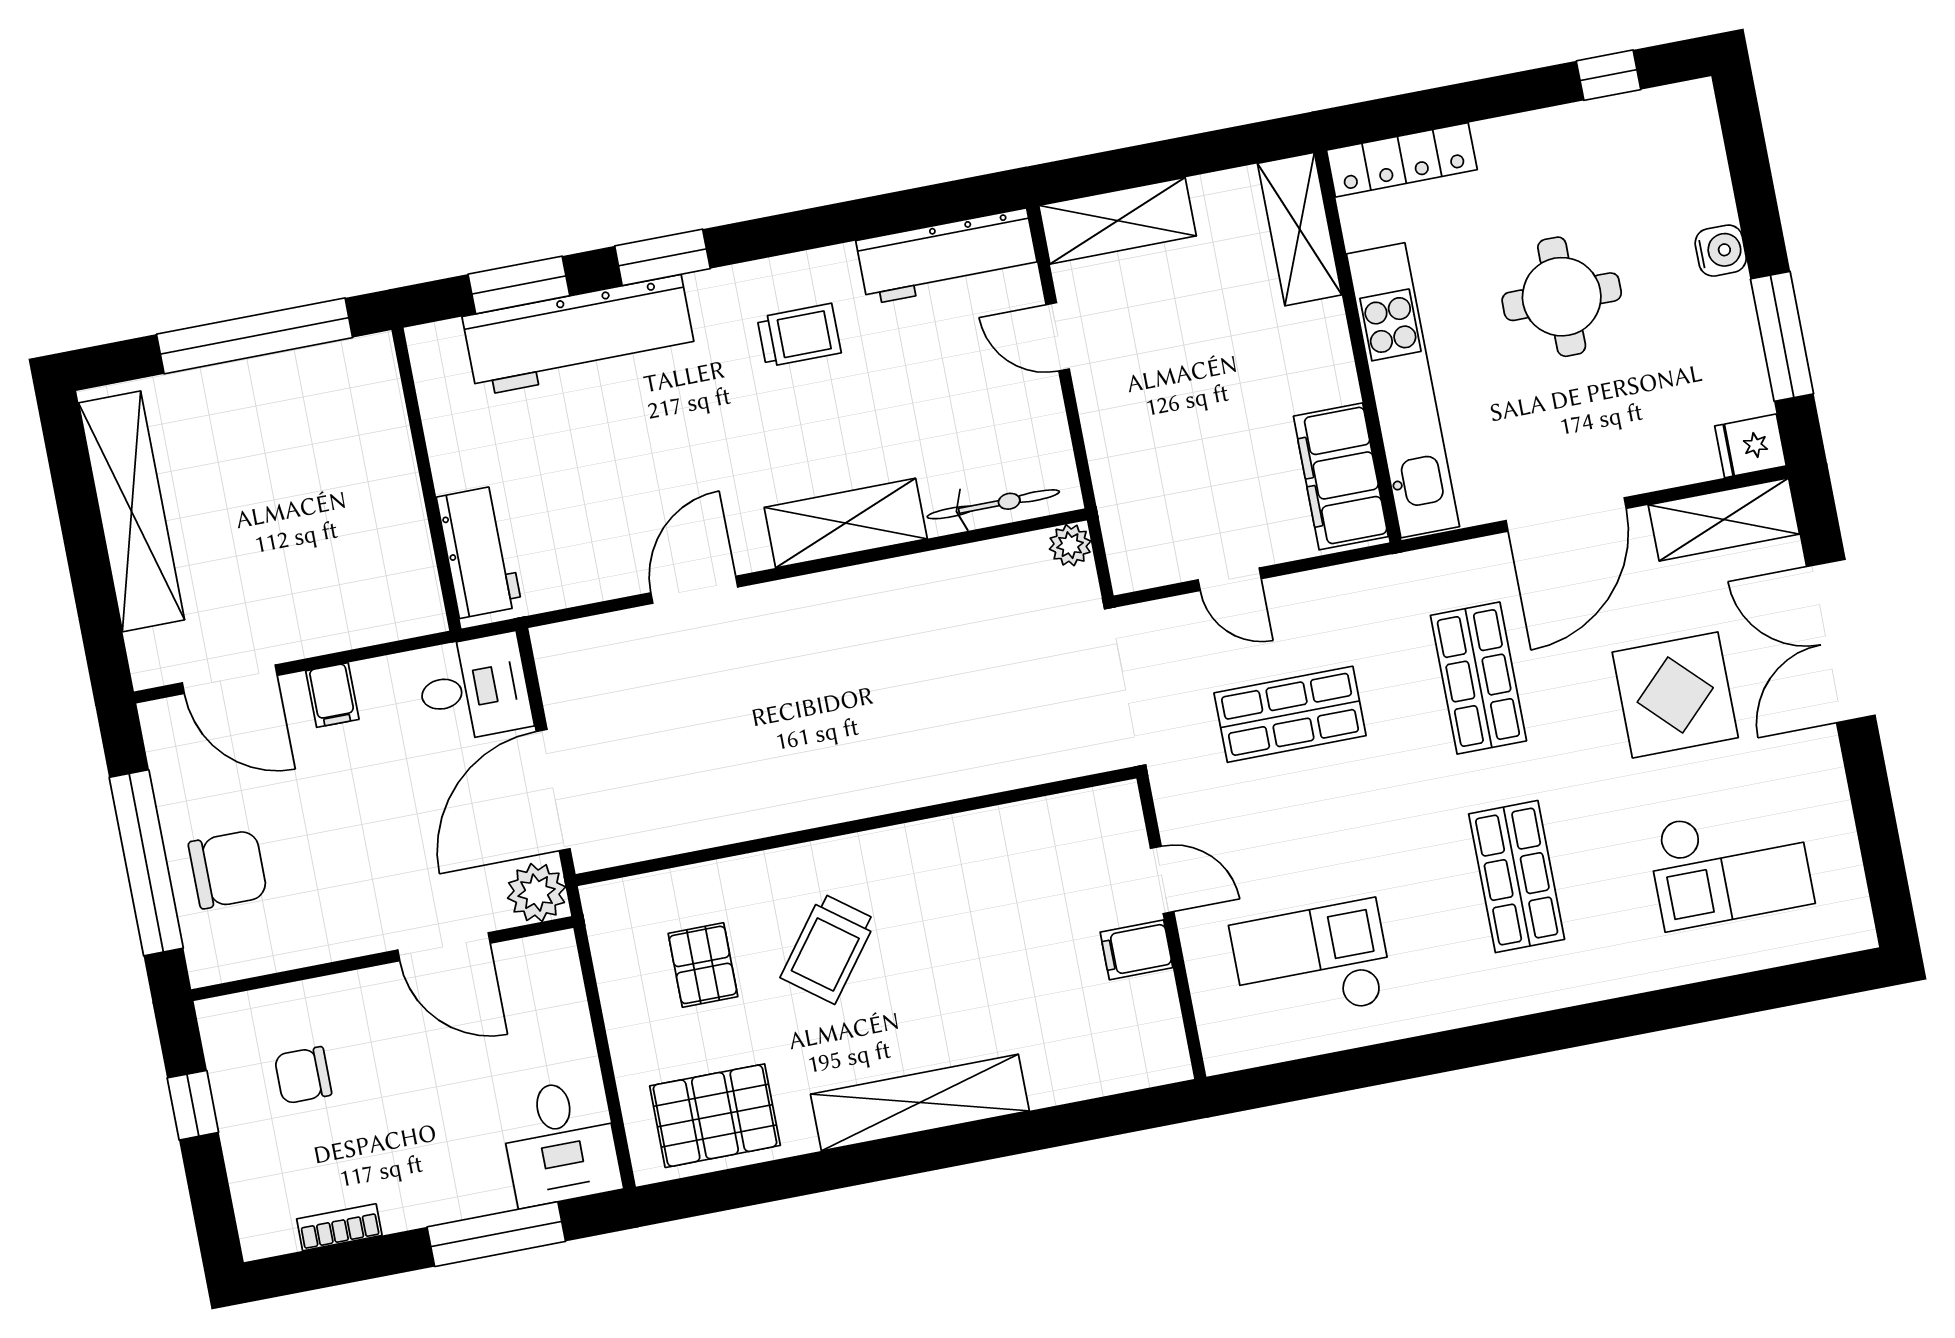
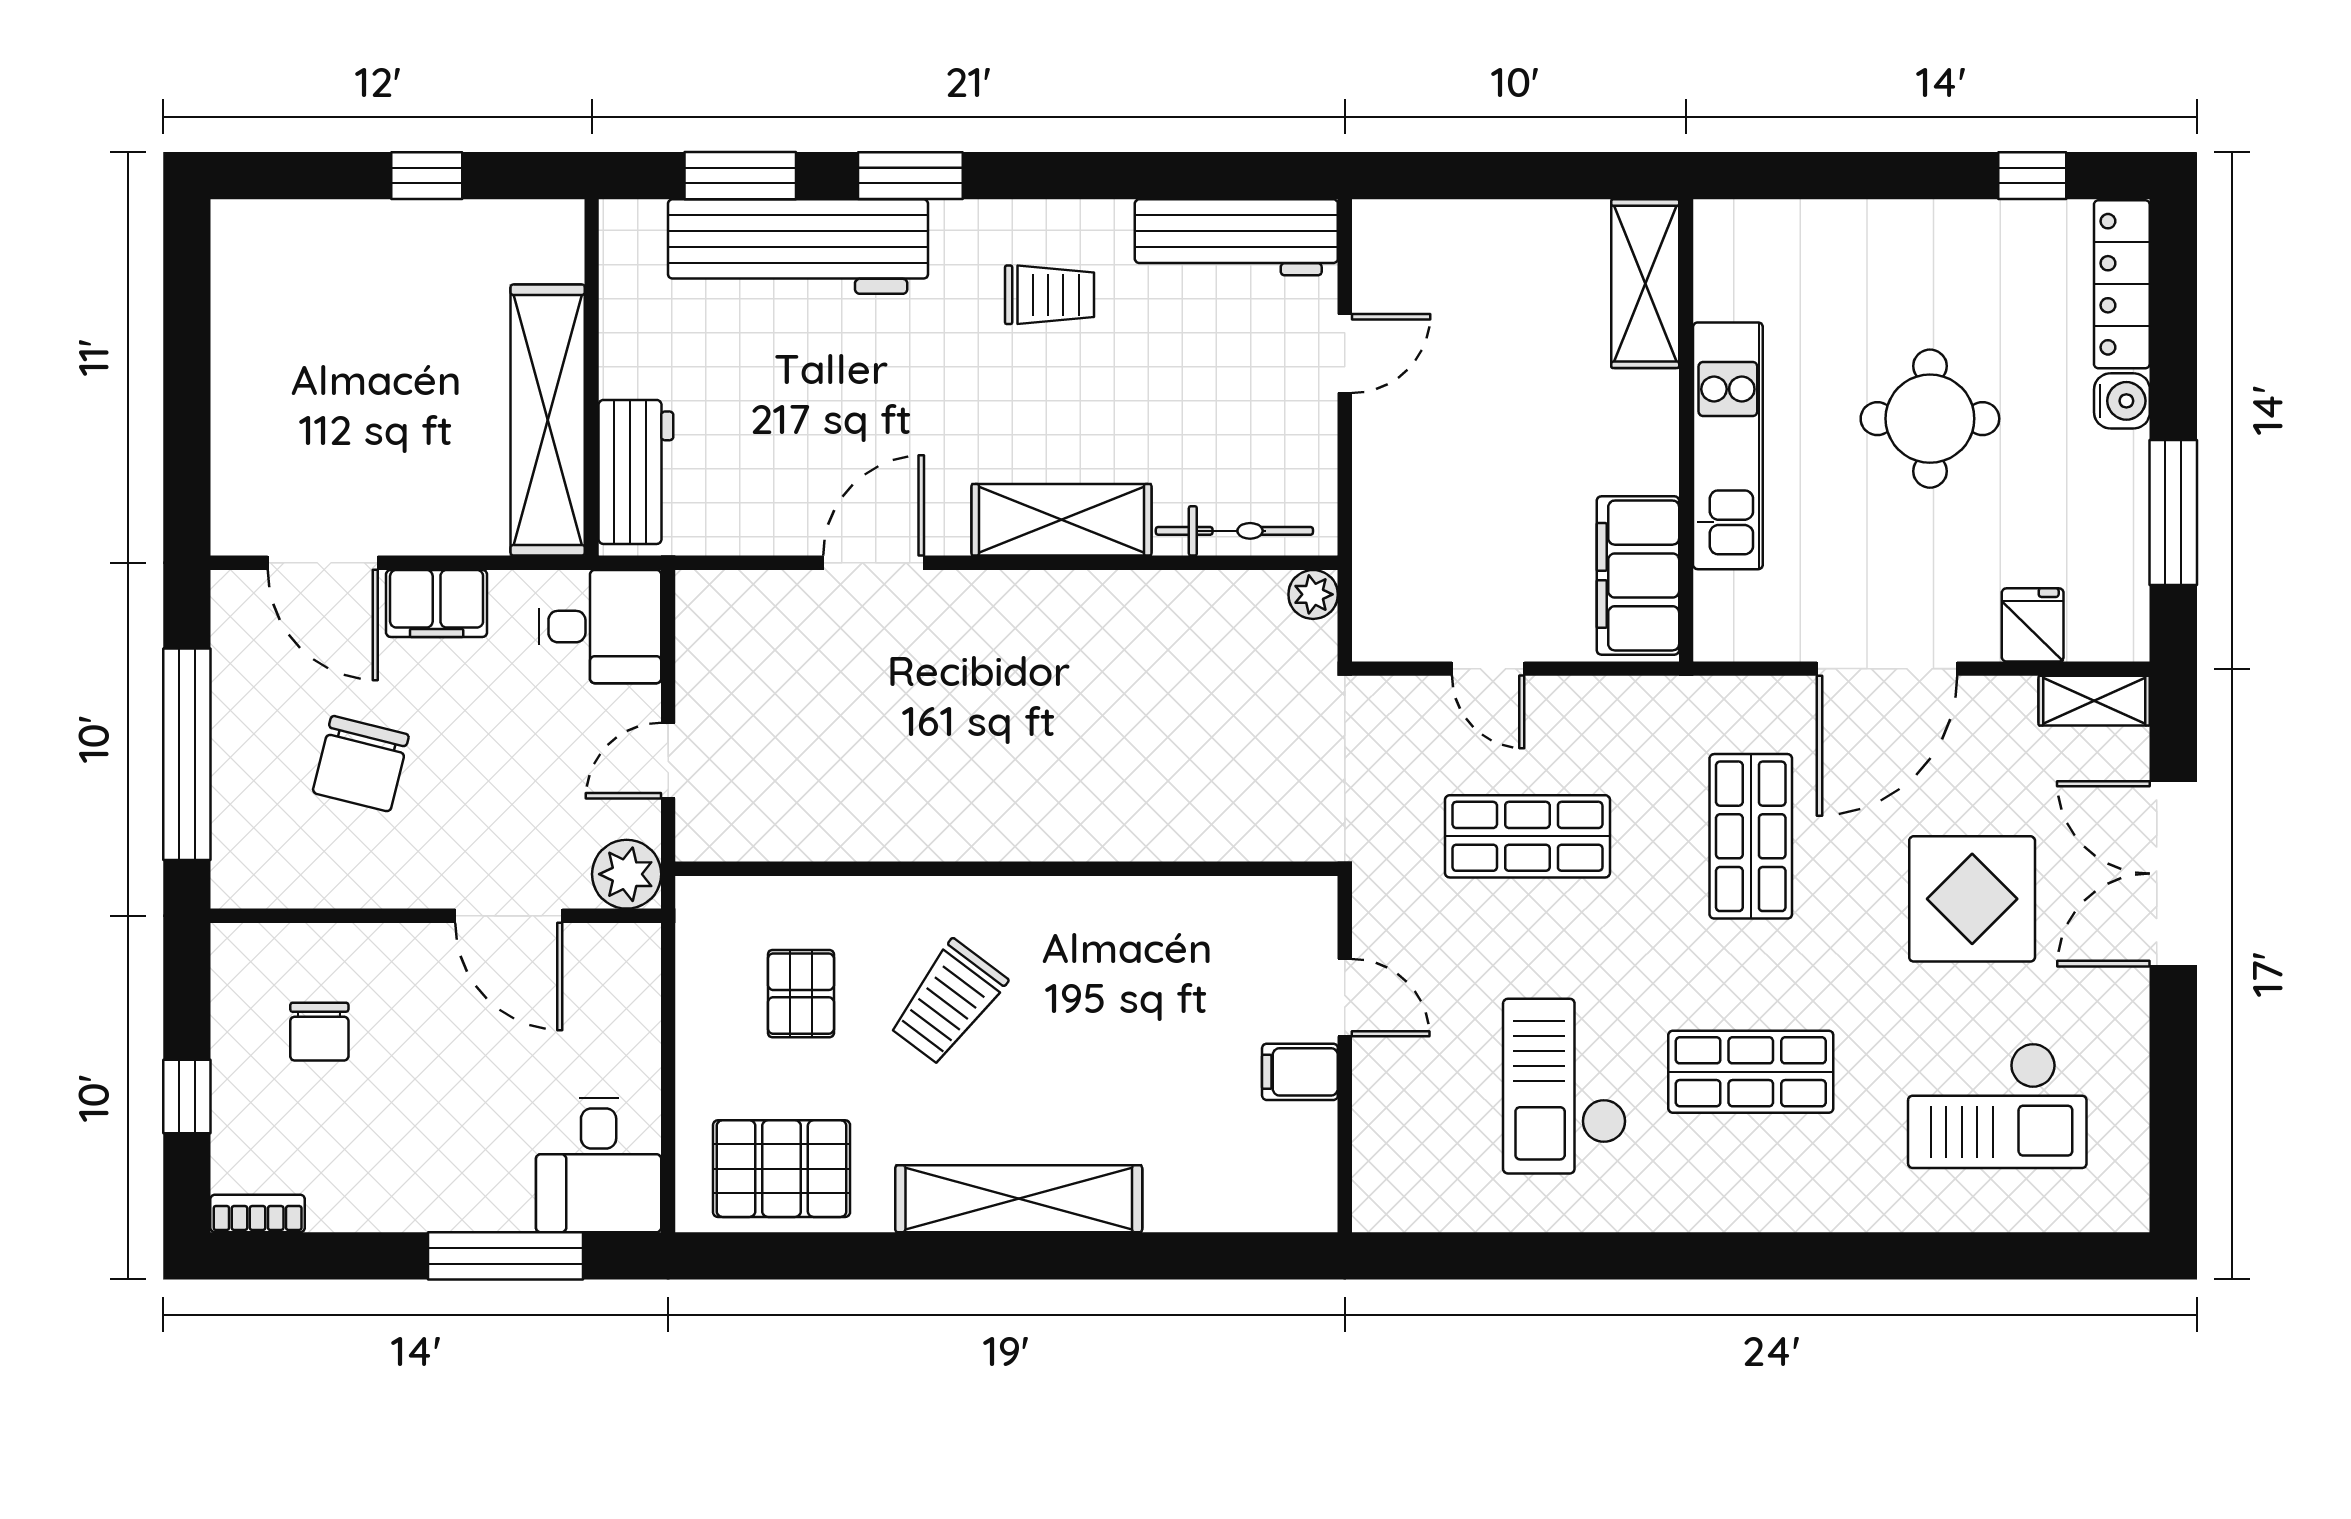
locker: (1402, 160) -> (2122, 284), moved, turned 90
shelving: (1117, 221) -> (1439, 234), removed
window: (255, 336) -> (427, 176), width x0.32
door: (1058, 337) -> (1345, 353), swing flipped
kitchen unit: (1403, 390) -> (1728, 446), width x0.73
fridge: (1750, 446) -> (2033, 625), moved, turned 90
shelving: (131, 511) -> (548, 420), moved
shelving: (1724, 519) -> (2094, 701), width x0.67, depth x0.75
filing cabinet: (332, 695) -> (437, 603), width x2.00
door: (553, 790) -> (668, 761), width x0.53
chair: (228, 869) -> (361, 764), moved, turned 104
shop shelf: (1517, 877) -> (1751, 1072), turned 90
checkout: (1312, 963) -> (1565, 1086), moved, turned -90
chair: (303, 1075) -> (319, 1032), turned -90
window: (193, 1105) -> (187, 1096), moved
bookcase: (339, 1227) -> (258, 1213), moved

